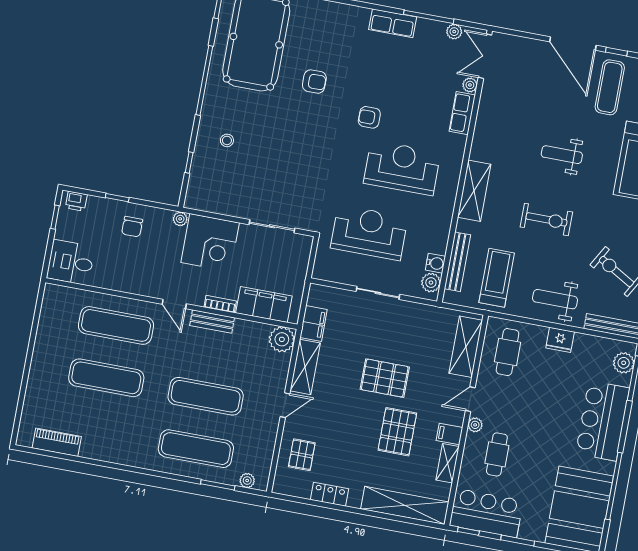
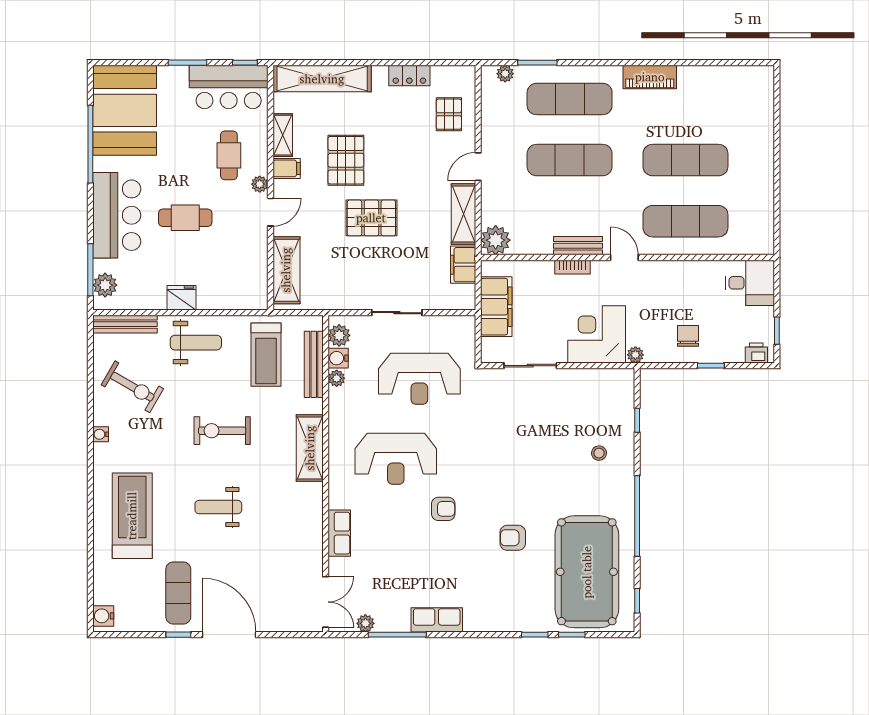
plant: (470, 85) -> (337, 378), moved
weight bench: (562, 155) -> (218, 507), turned 180
filing cabinet: (264, 305) -> (496, 307), moved, turned -90
cafe table: (508, 352) -> (185, 218), moved, turned 90
piano: (57, 442) -> (650, 77), moved

